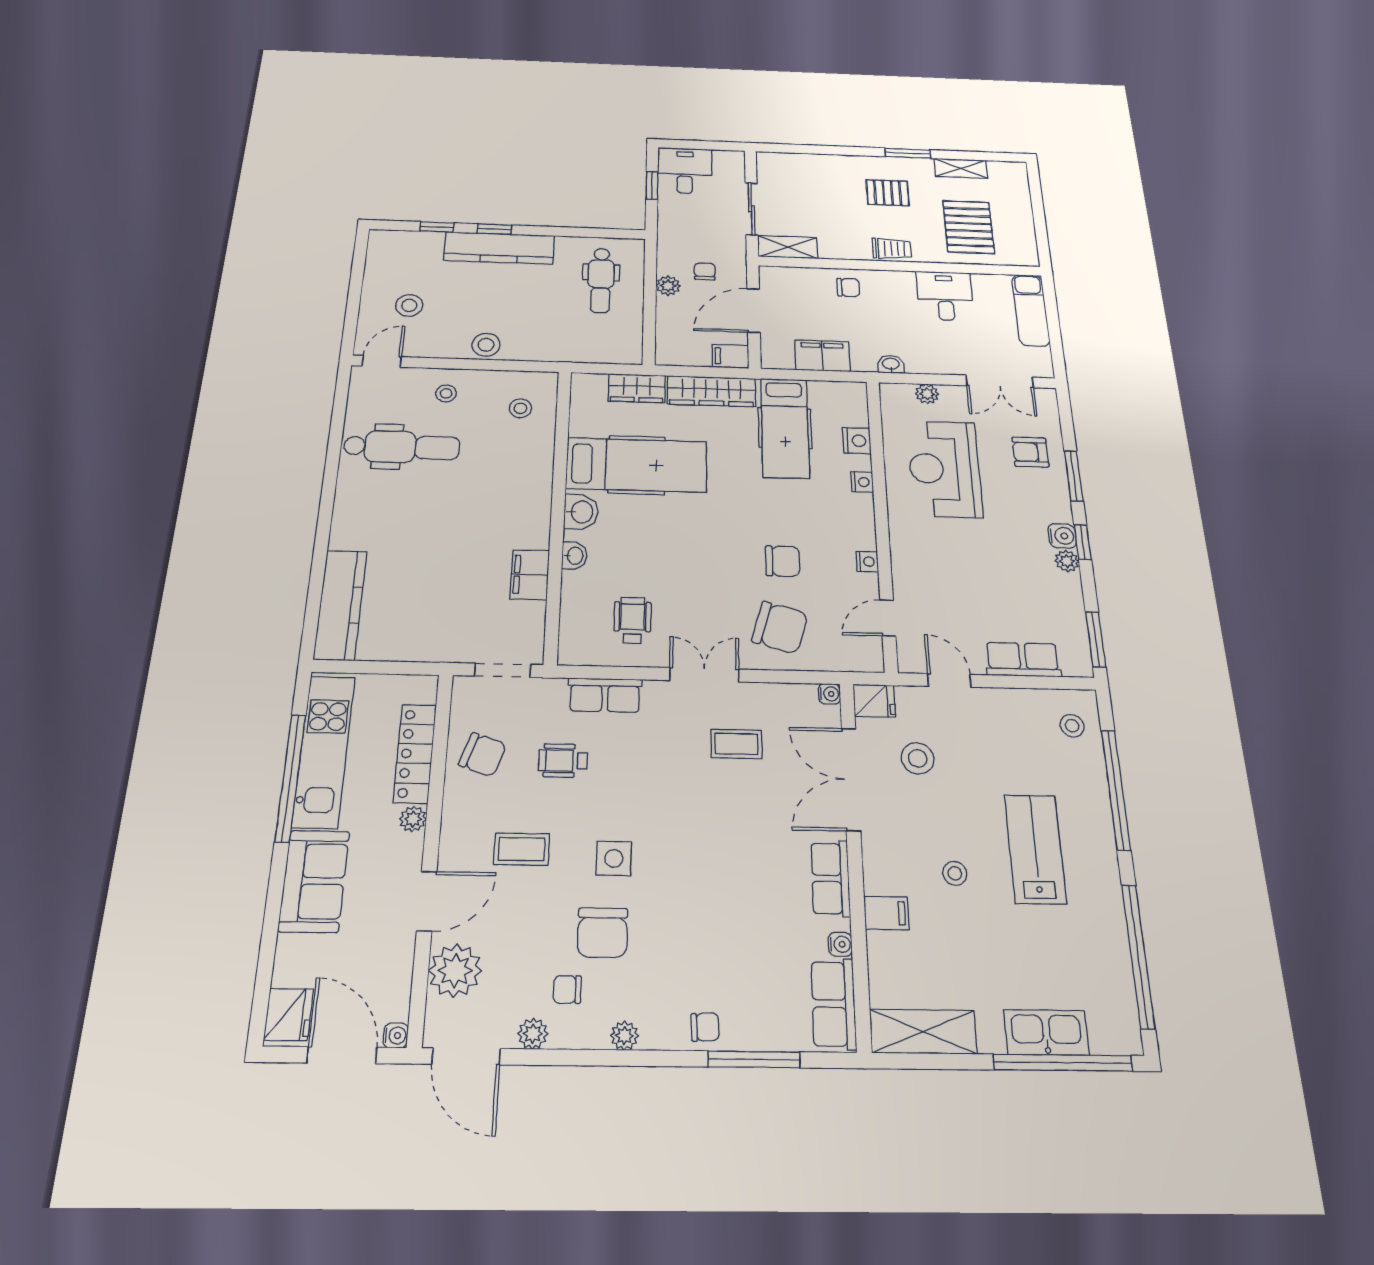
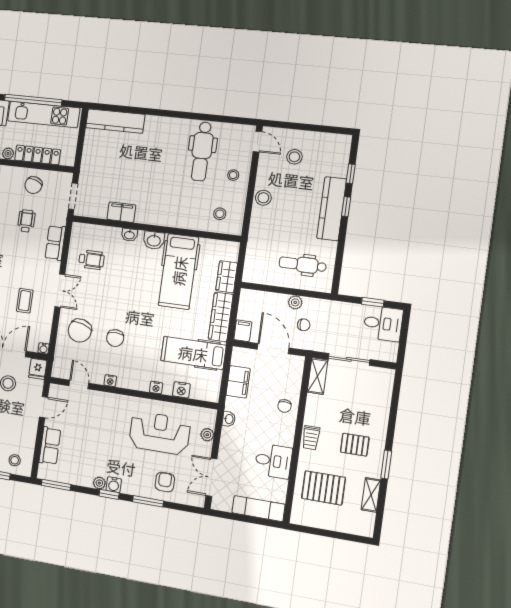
pallet: (888, 193) -> (355, 445), turned 90

